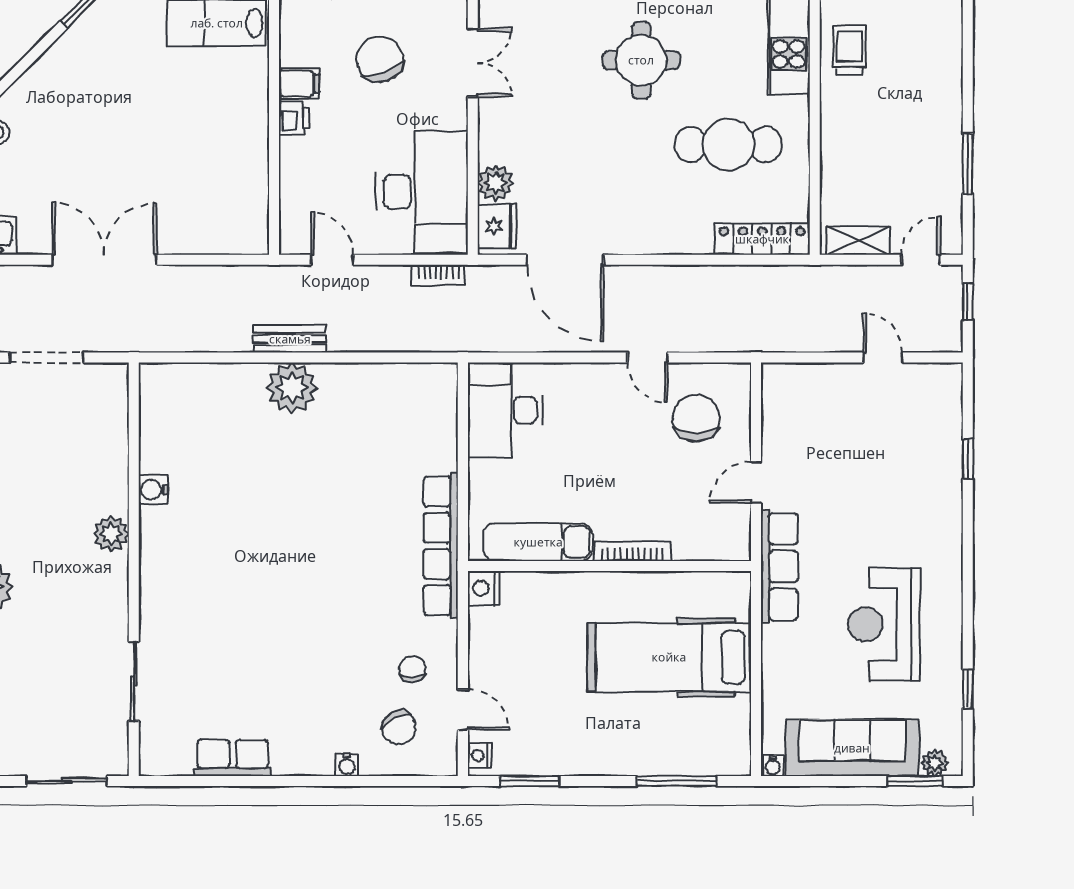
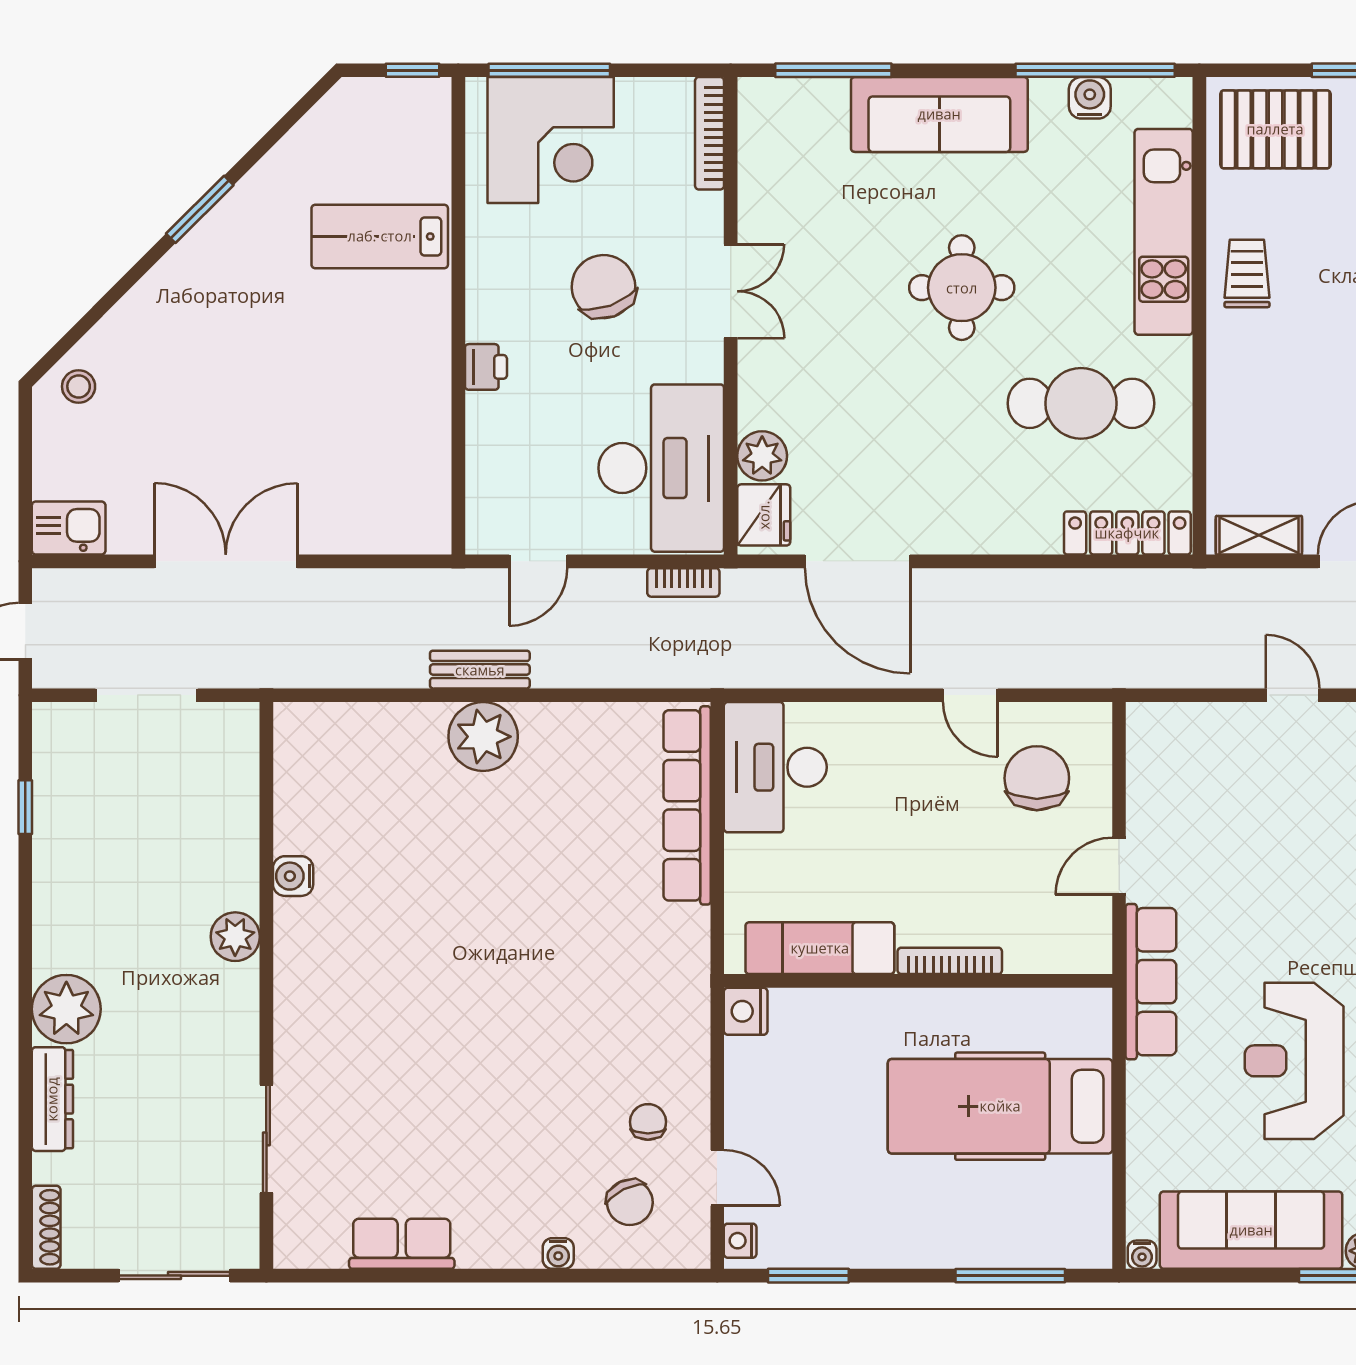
filing cabinet: (299, 83) -> (493, 320), removed
door: (332, 260) -> (538, 561), swing flipped
row of seats: (441, 546) -> (687, 805), moved

